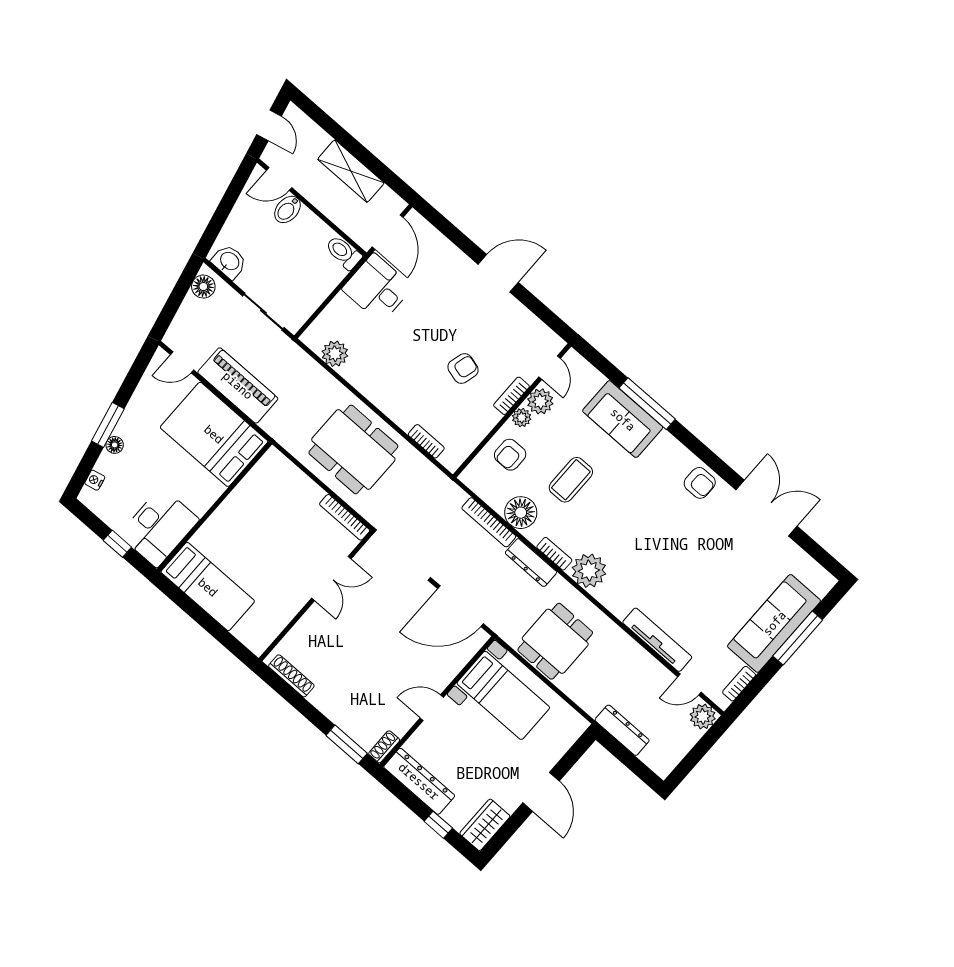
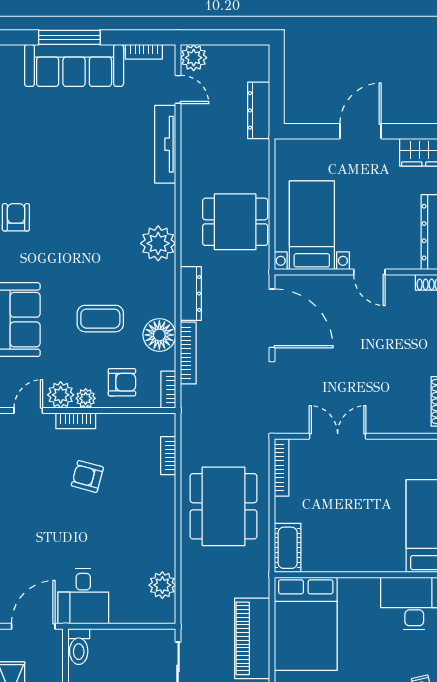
cot: (282, 470) -> (288, 548), added
bookcase: (554, 554) -> (168, 390), moved

